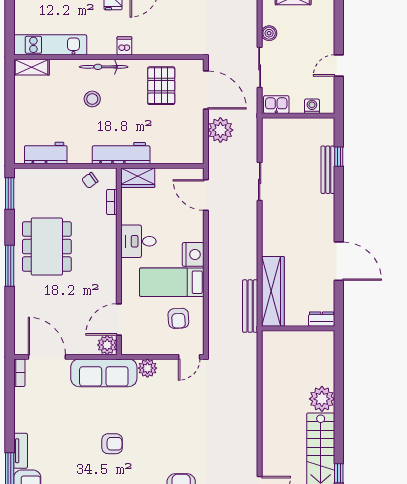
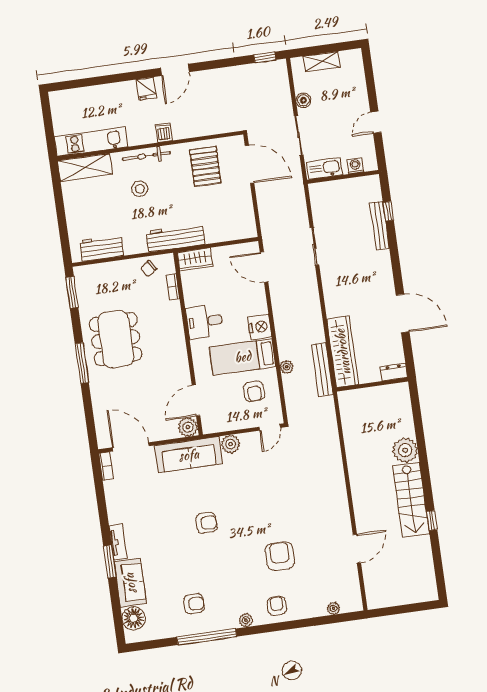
shelving: (31, 67) -> (85, 167), width x1.50, depth x1.33
kitchen sink: (276, 105) -> (325, 168), width x1.38
plant: (220, 130) -> (287, 367), moved, width x0.53, depth x0.53

